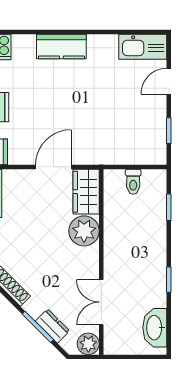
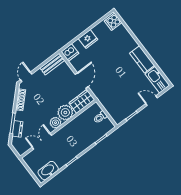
kitchen counter: (61, 46) -> (142, 59), moved
door: (53, 167) -> (82, 81), hinge flipped
plant: (88, 344) -> (55, 123), moved

